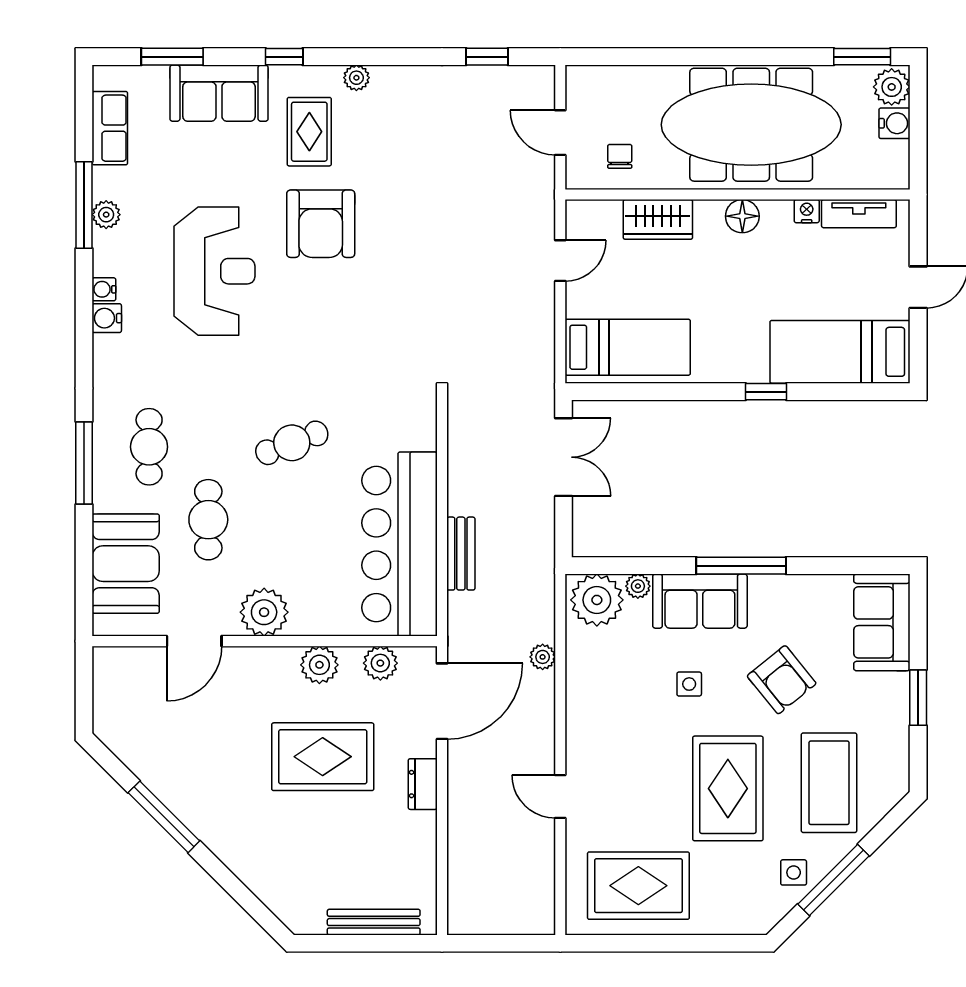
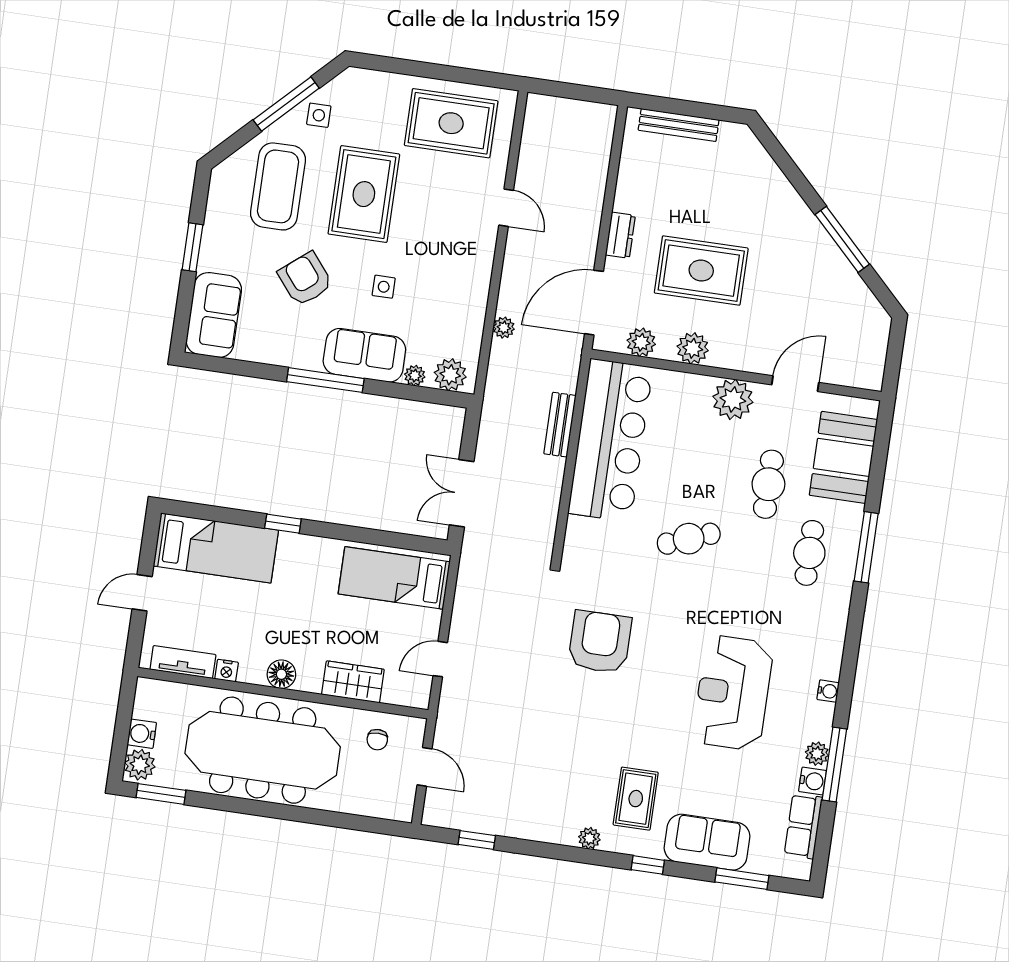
armchair: (321, 224) -> (600, 642), moved
water cooler: (107, 318) -> (812, 781), moved
plant: (597, 600) -> (450, 375), width x0.73, depth x0.73

